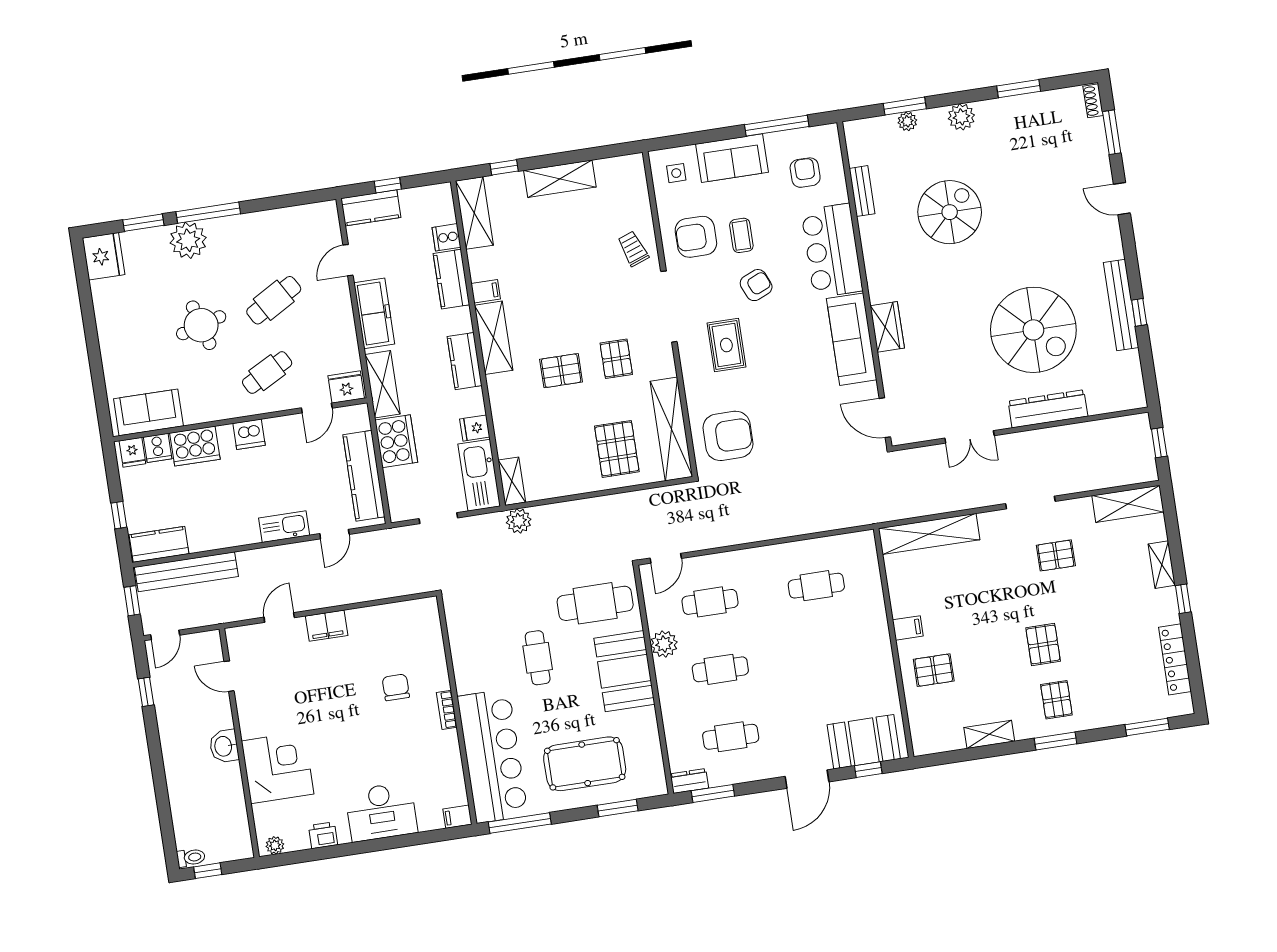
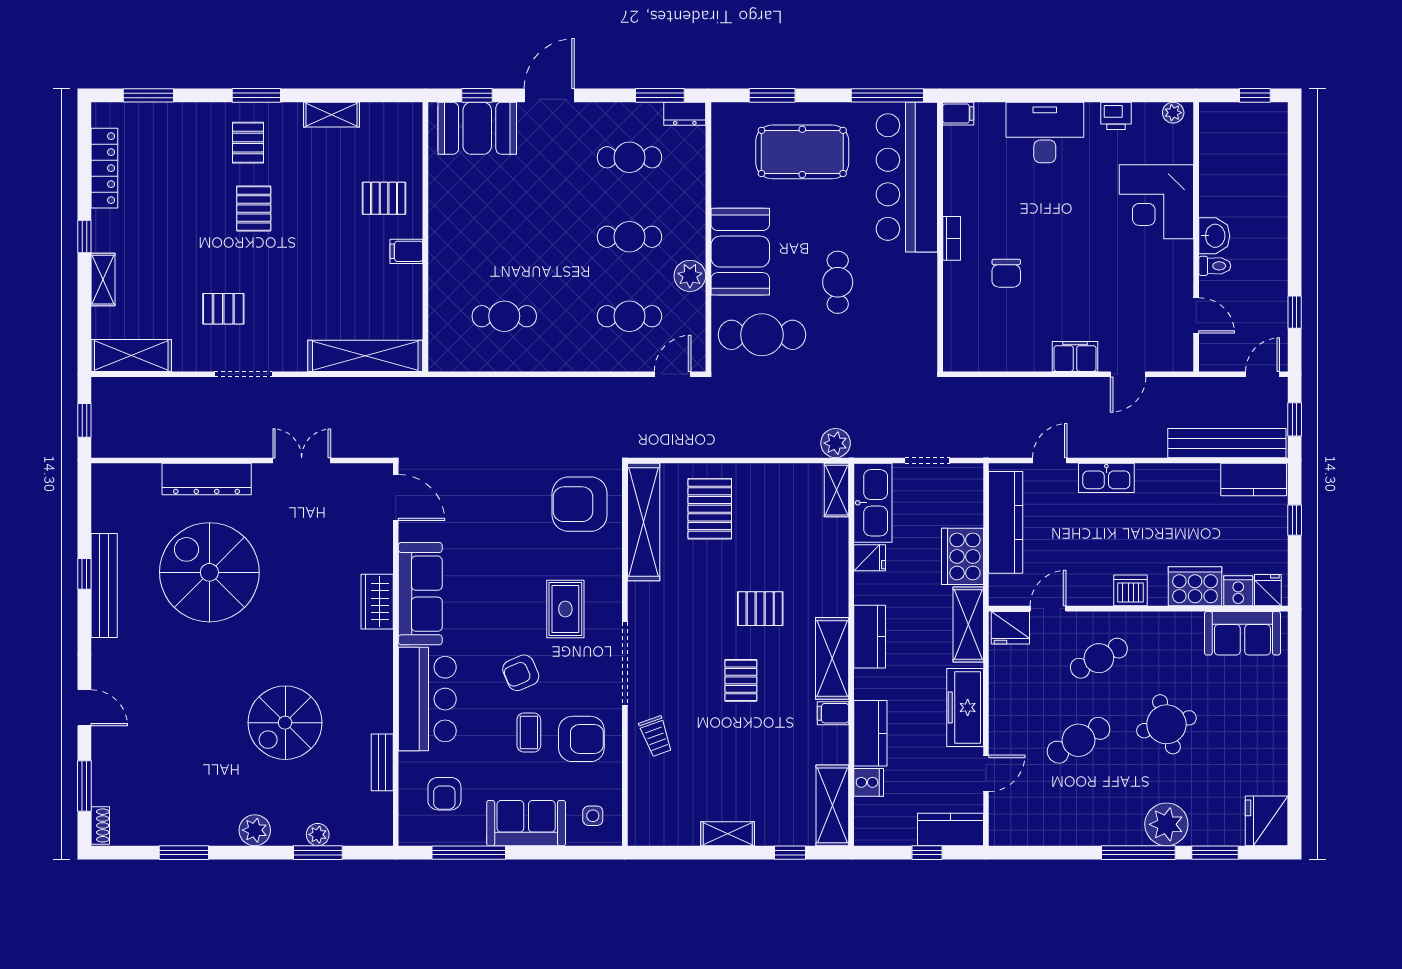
shelving: (560, 179) -> (728, 834), width x0.67, depth x0.75
pallet: (616, 359) -> (741, 680), moved
toilet: (191, 858) -> (1215, 266), moved, turned 180

